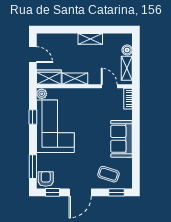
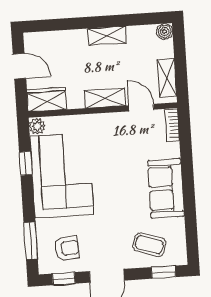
boiler: (127, 50) -> (165, 32), moved
shelving: (75, 79) -> (105, 98), moved
armchair: (46, 179) -> (67, 248), moved, turned 86

